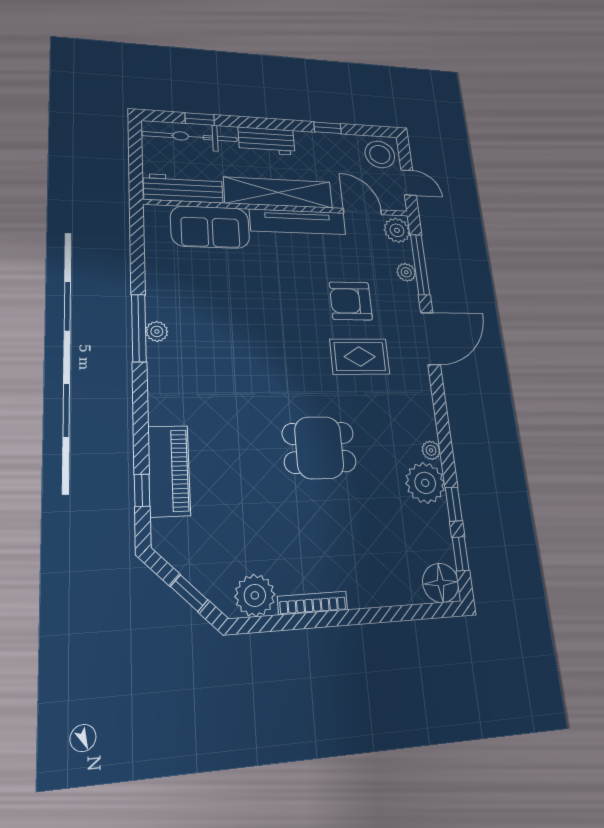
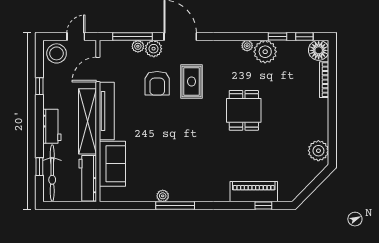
plant: (397, 230) -> (154, 49), moved
plant: (157, 331) -> (163, 196), moved
window: (189, 593) -> (315, 184), removed
bookcase: (313, 603) -> (324, 80), moved

